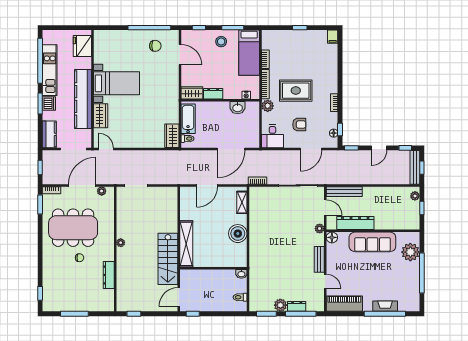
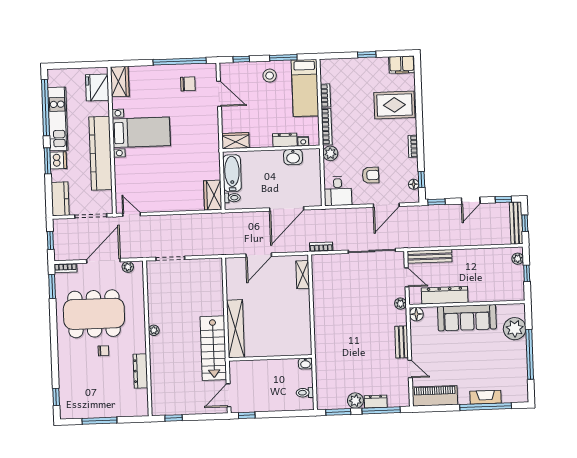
filing cabinet: (333, 37) -> (402, 65), width x2.00
rug: (296, 91) -> (394, 105), moved
dresser: (213, 94) -> (285, 140), moved
wardrobe: (101, 116) -> (120, 82), moved
boiler: (238, 234) -> (299, 314), removed

